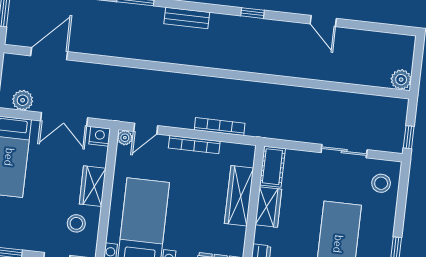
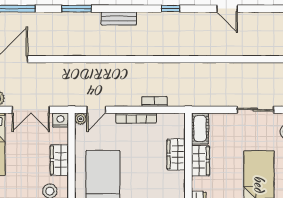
bookcase: (220, 127) -> (155, 102), width x0.64
wardrobe: (239, 196) -> (176, 154), width x0.67

